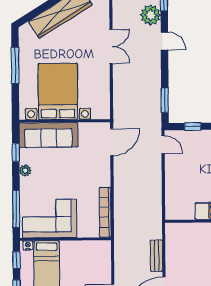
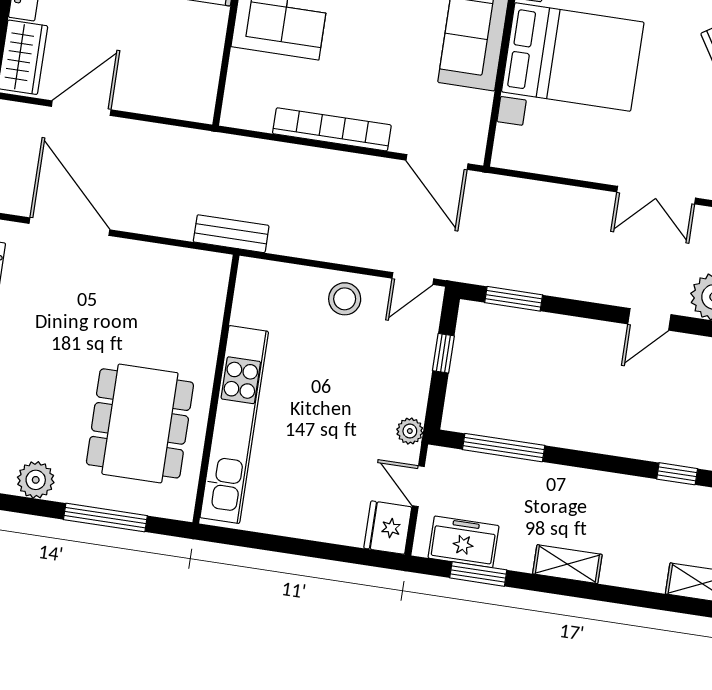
stool: (176, 172) -> (345, 299), added
bookcase: (105, 212) -> (332, 129), moved
bench: (156, 256) -> (231, 234), moved

